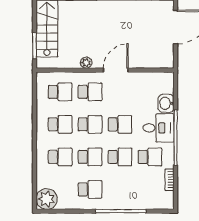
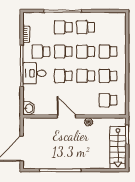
door: (116, 70) -> (66, 116), swing flipped
school desk: (90, 92) -> (63, 27), moved
washbasin: (166, 103) -> (29, 108), moved
plant: (47, 199) -> (118, 20), removed

